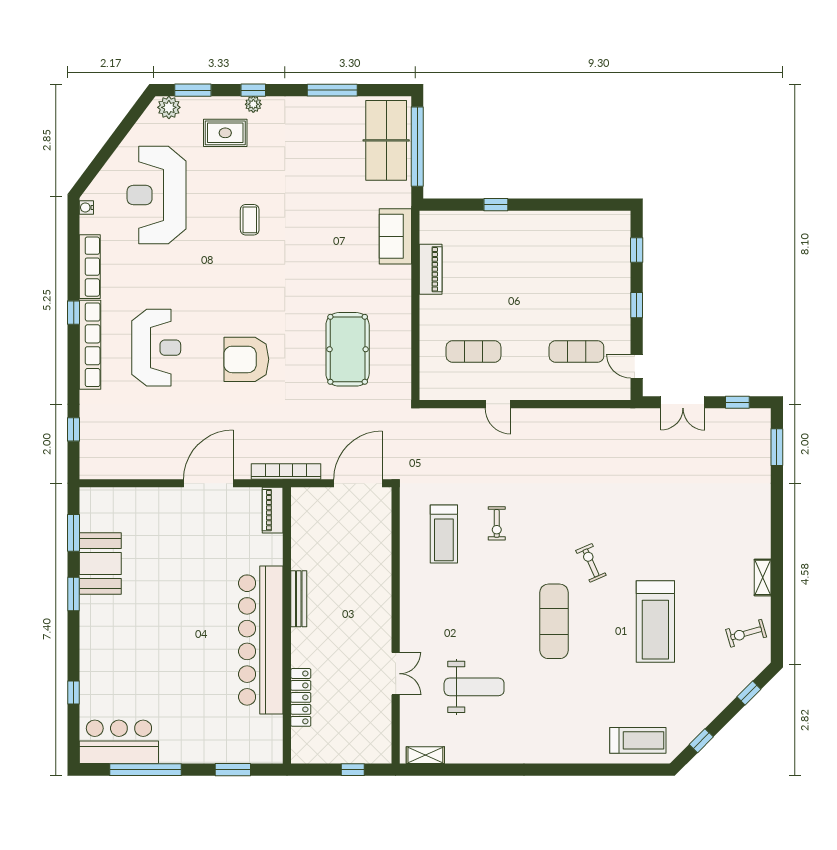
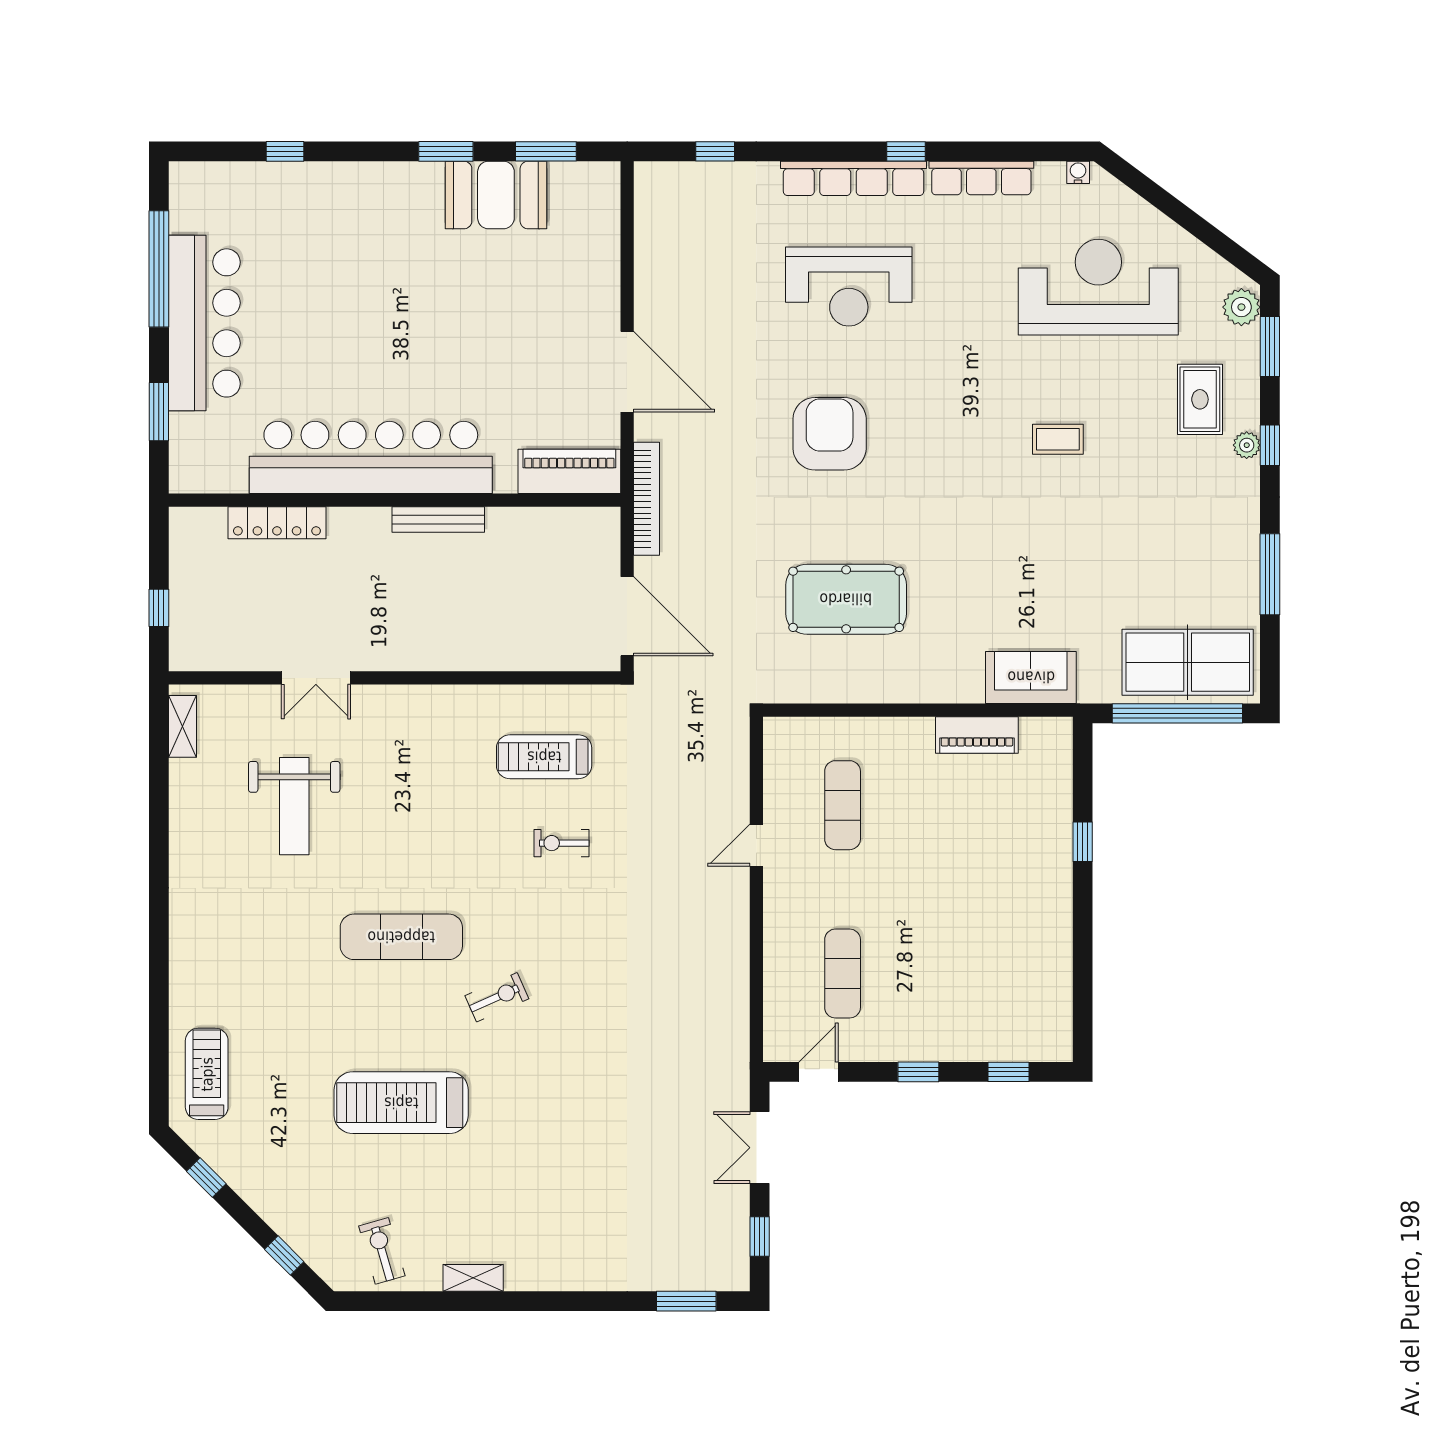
piano: (273, 510) -> (569, 471), width x1.37, depth x1.33
treadmill: (638, 740) -> (207, 1074), turned 180
bar counter: (119, 742) -> (204, 323), moved, width x1.36

